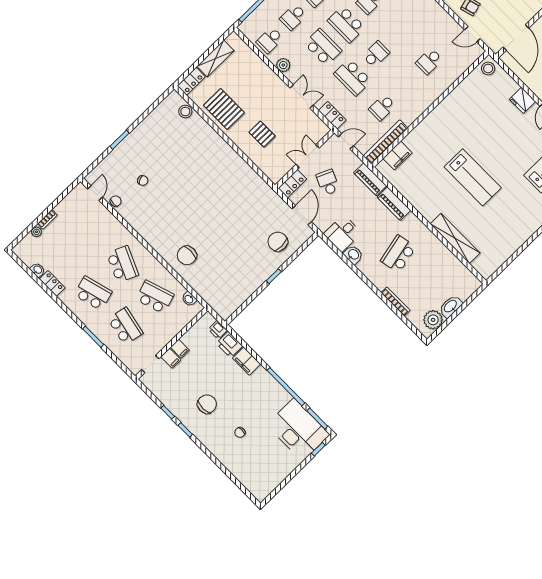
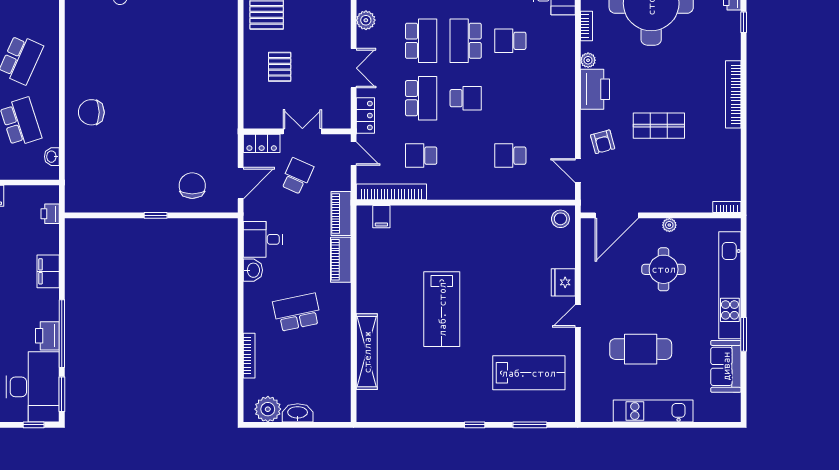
school desk: (353, 77) -> (421, 98), turned 180
filing cabinet: (397, 156) -> (381, 217), width x0.50
printer: (229, 345) -> (47, 336), moved

